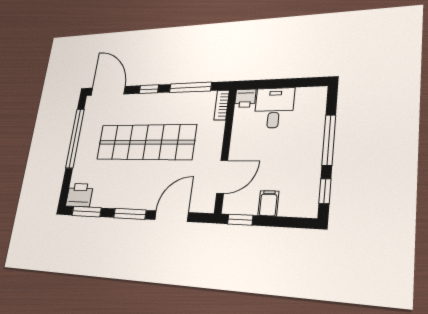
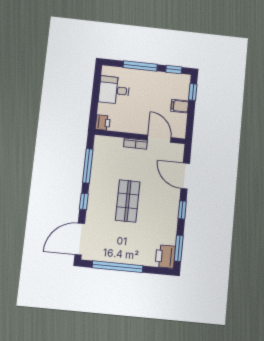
bookcase: (222, 105) -> (135, 144), moved
desk: (274, 108) -> (114, 90), moved
shop shelf: (146, 142) -> (128, 201), width x0.50, depth x0.74
window: (130, 214) -> (182, 210), width x0.67
window: (240, 220) -> (193, 92), moved

